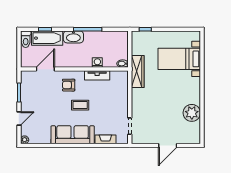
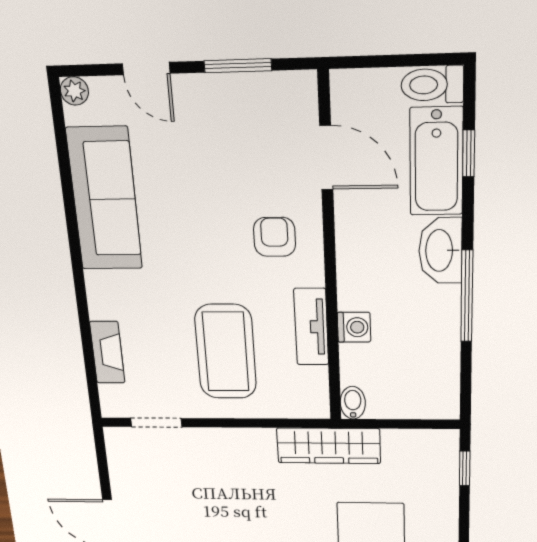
coffee table: (80, 105) -> (226, 352), moved, width x1.86, depth x1.72
sofa: (73, 135) -> (104, 199), moved

